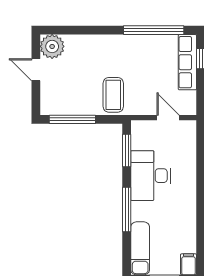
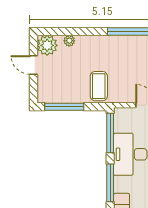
plant: (78, 41) -> (69, 41), added
window: (127, 150) -> (110, 133), width x1.44

